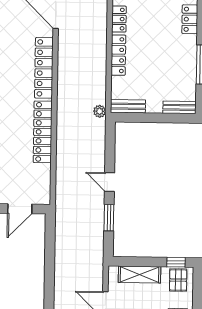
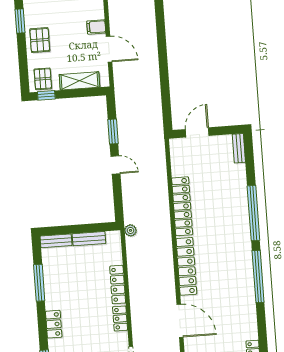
bench: (128, 106) -> (89, 239), moved

